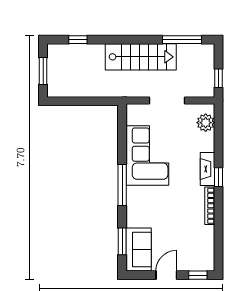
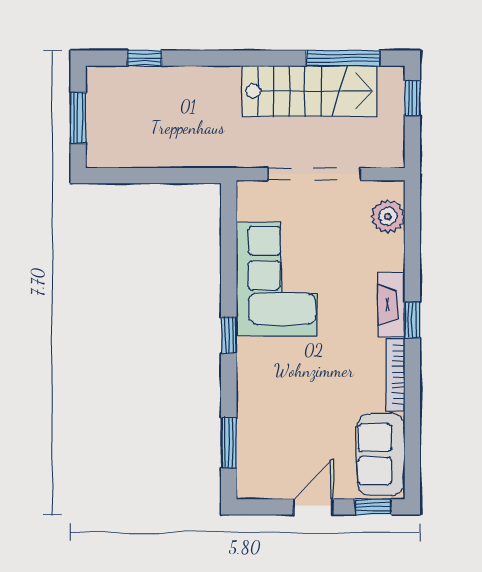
stairs: (141, 57) -> (310, 91), moved
window: (218, 78) -> (412, 98), moved
doorway: (167, 100) -> (314, 174), width x1.36
window: (122, 185) -> (229, 335), width x0.46
sofa: (139, 249) -> (381, 454), moved, turned 180

